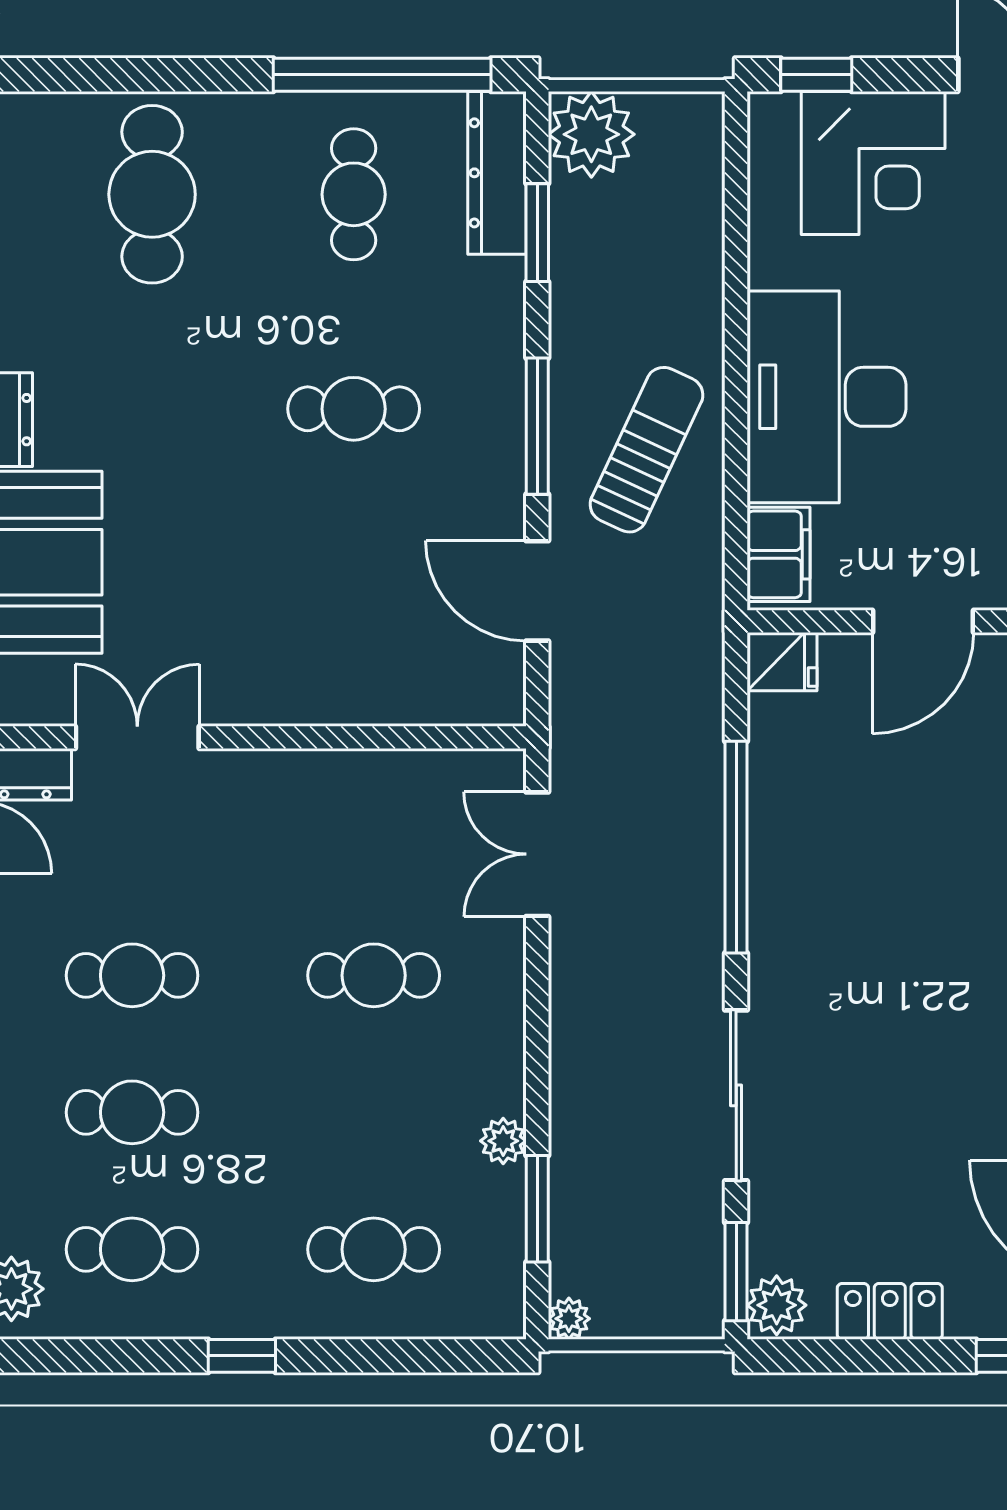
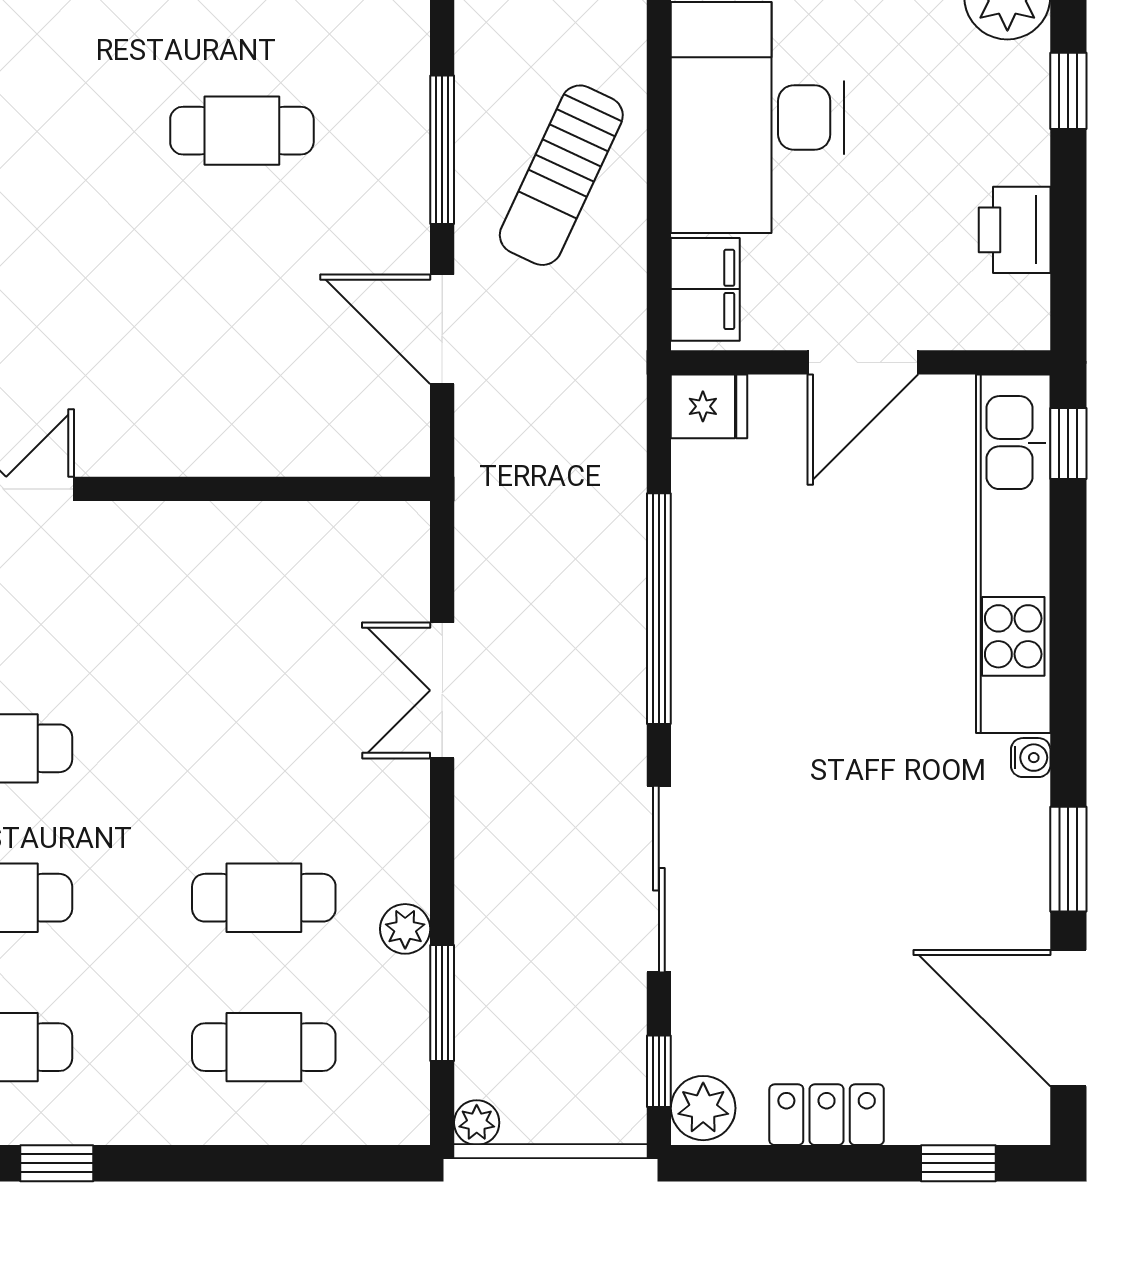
sun lounger: (646, 450) -> (561, 175), turned 180
double door: (537, 854) -> (442, 690), moved
cafe table: (374, 975) -> (264, 898), moved
window: (736, 1272) -> (659, 1071), width x0.67
window: (242, 1356) -> (57, 1163), moved

